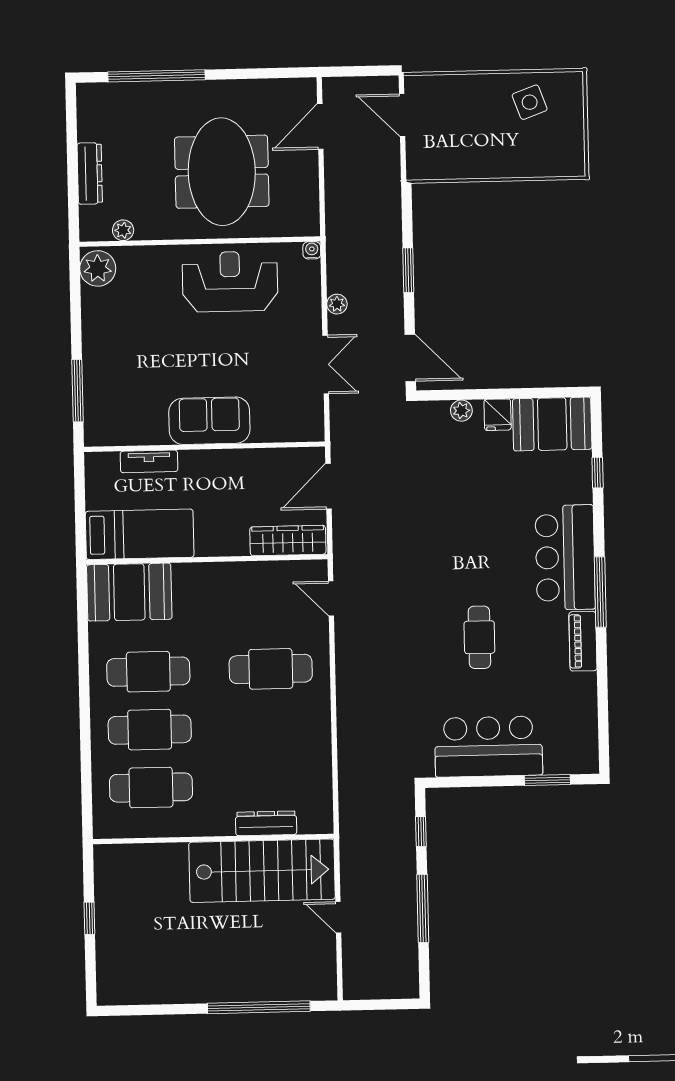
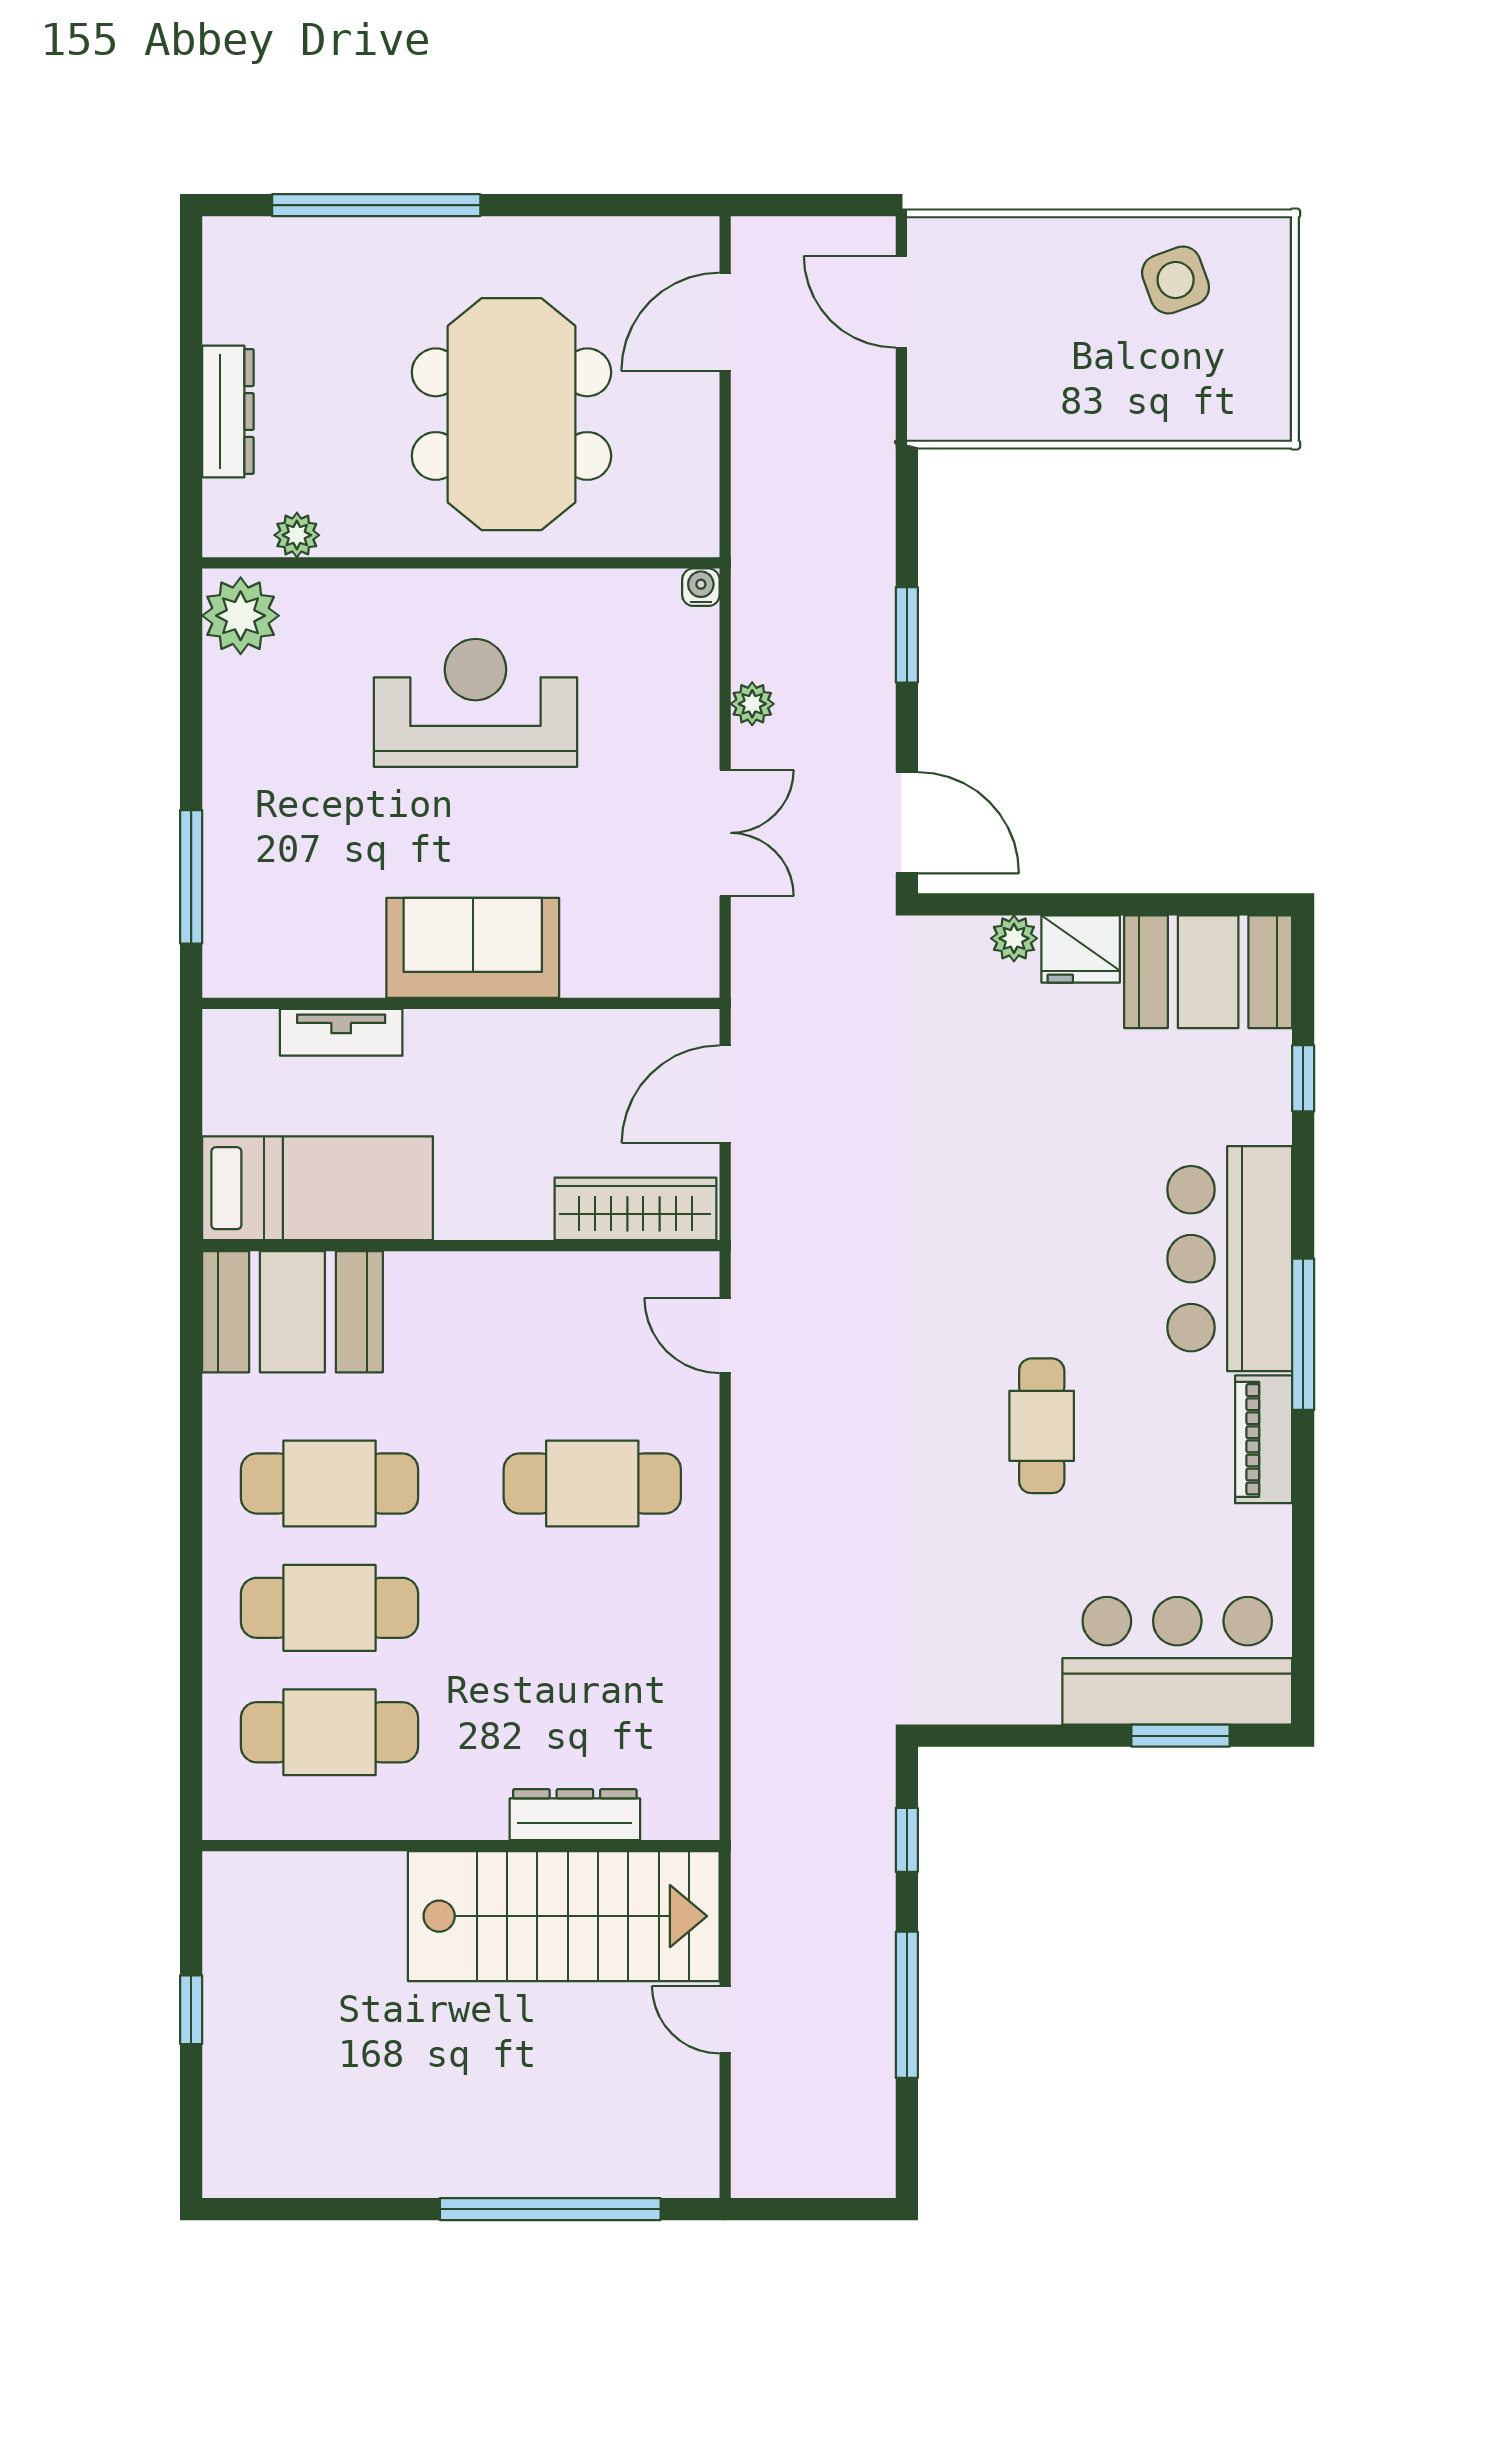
reception desk: (230, 281) -> (475, 703), moved
fridge: (498, 415) -> (1081, 949), width x1.38
bar counter: (489, 747) -> (1177, 1661), moved

